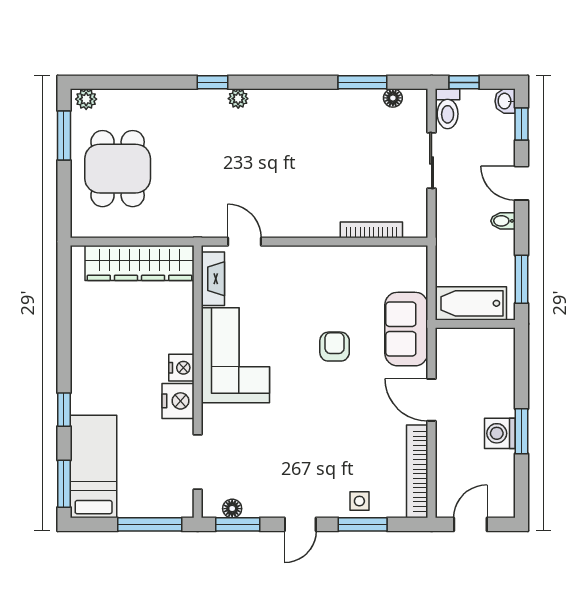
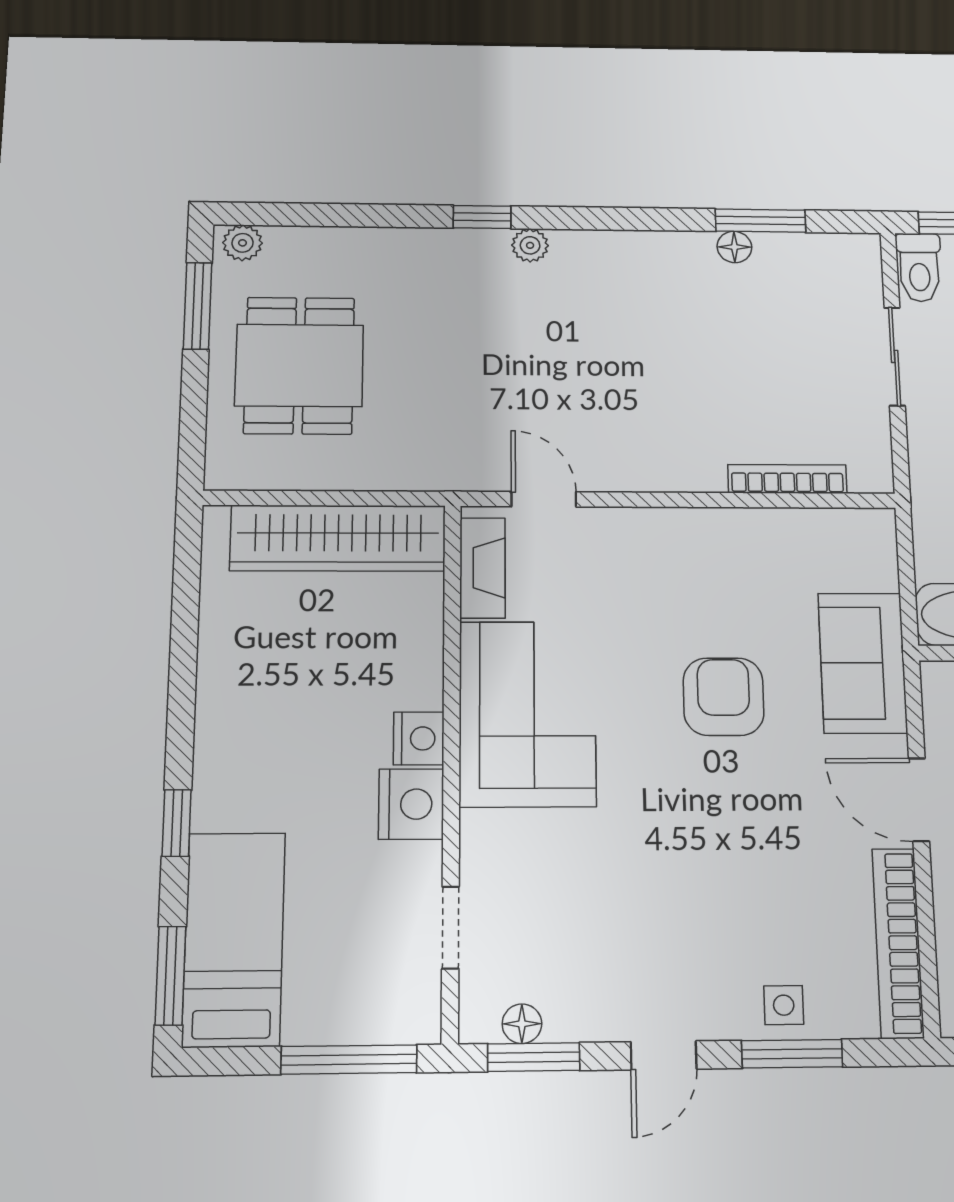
floor lamp: (393, 98) -> (734, 247), moved
armchair: (335, 347) -> (723, 697), width x1.38, depth x1.38
doorway: (198, 462) -> (450, 928), width x0.73

